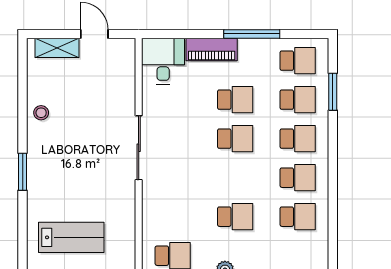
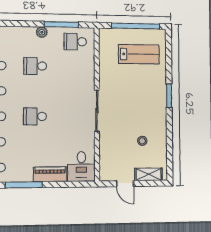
school desk: (235, 100) -> (35, 142), removed
stool: (41, 113) -> (142, 141), moved
lab bench: (71, 237) -> (139, 54), turned 180

